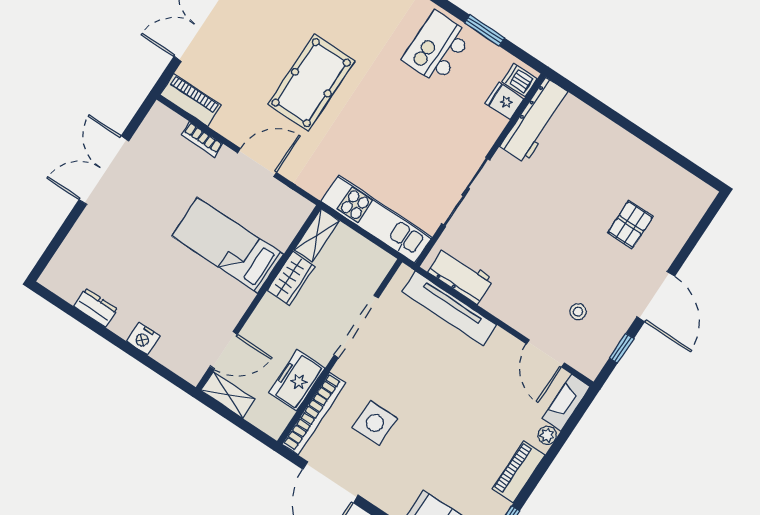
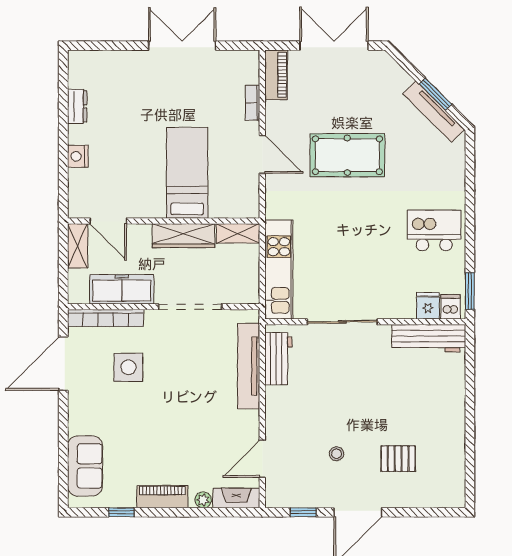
window: (485, 30) -> (470, 291), moved
wardrobe: (291, 278) -> (183, 236), width x1.50
stool: (578, 312) -> (336, 454), moved
freezer: (297, 380) -> (122, 289), width x1.40

